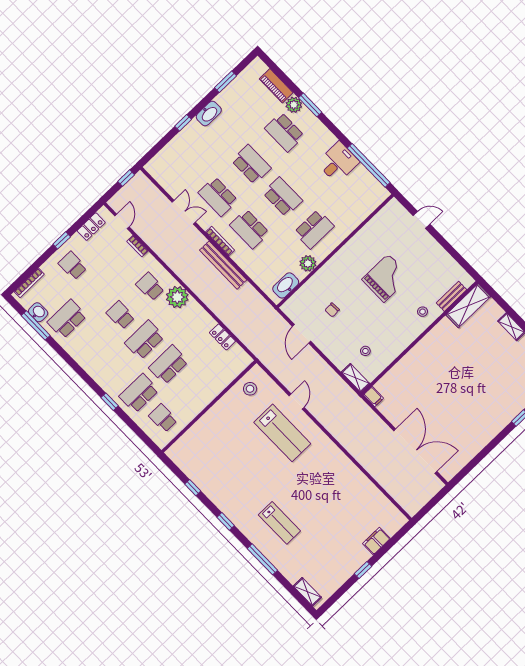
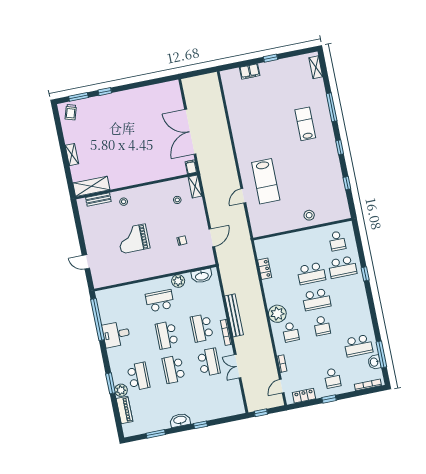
school desk: (249, 229) -> (202, 328), turned 180
stool: (250, 389) -> (309, 215), moved
lab bench: (282, 433) -> (266, 181), turned 180
double door: (415, 451) -> (190, 132), moved

